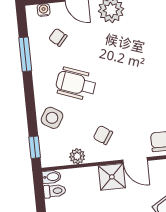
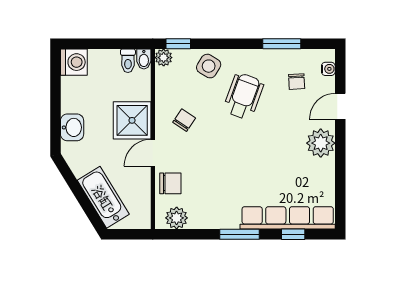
chair: (58, 37) -> (297, 82), turned 136
plant: (77, 156) -> (164, 58), moved
shower: (112, 177) -> (132, 120), width x1.36, depth x1.36

